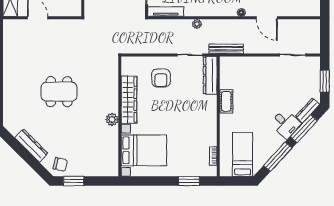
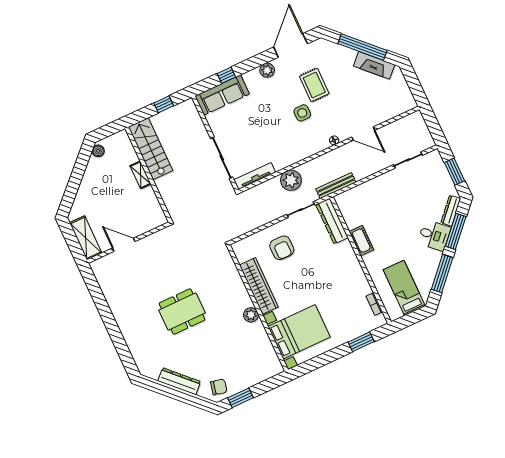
plant: (197, 24) -> (291, 180), width x1.88, depth x1.88

